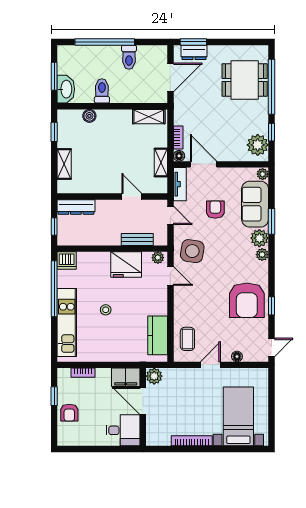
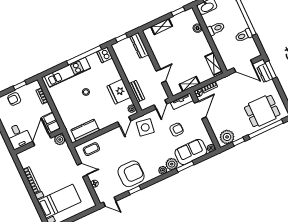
dining table: (245, 80) -> (262, 111), turned 90
armchair: (247, 300) -> (131, 174), turned 180

